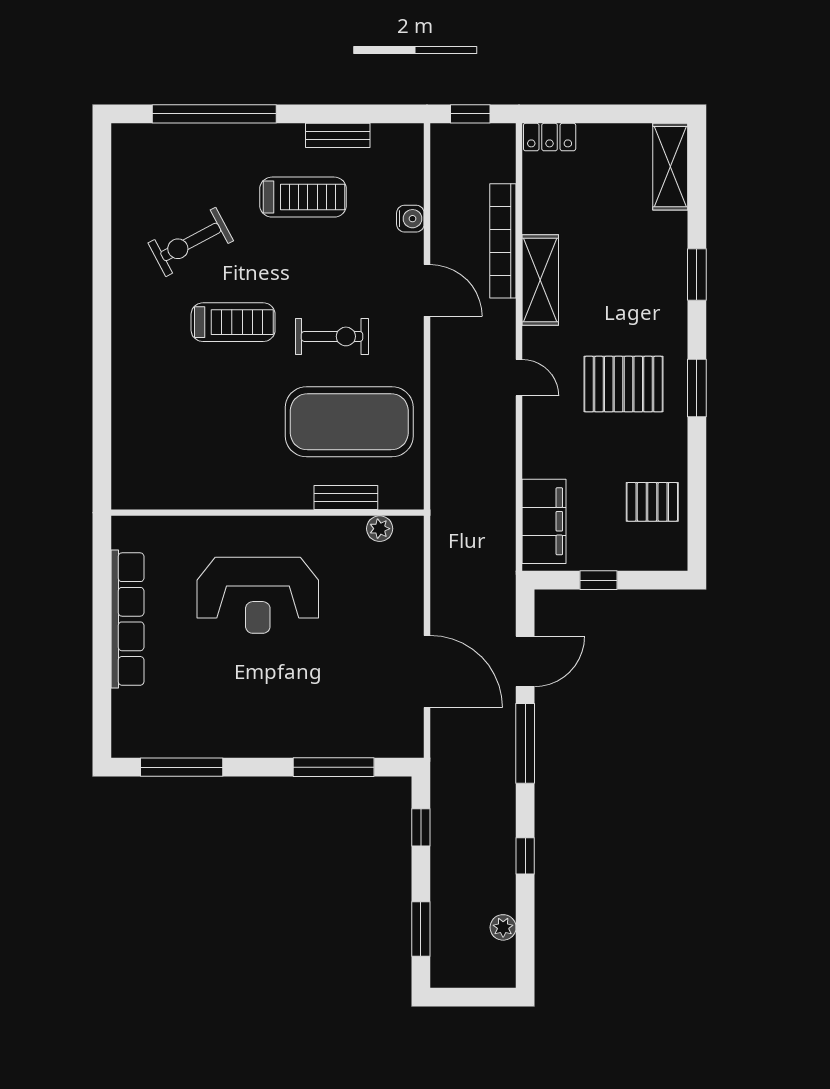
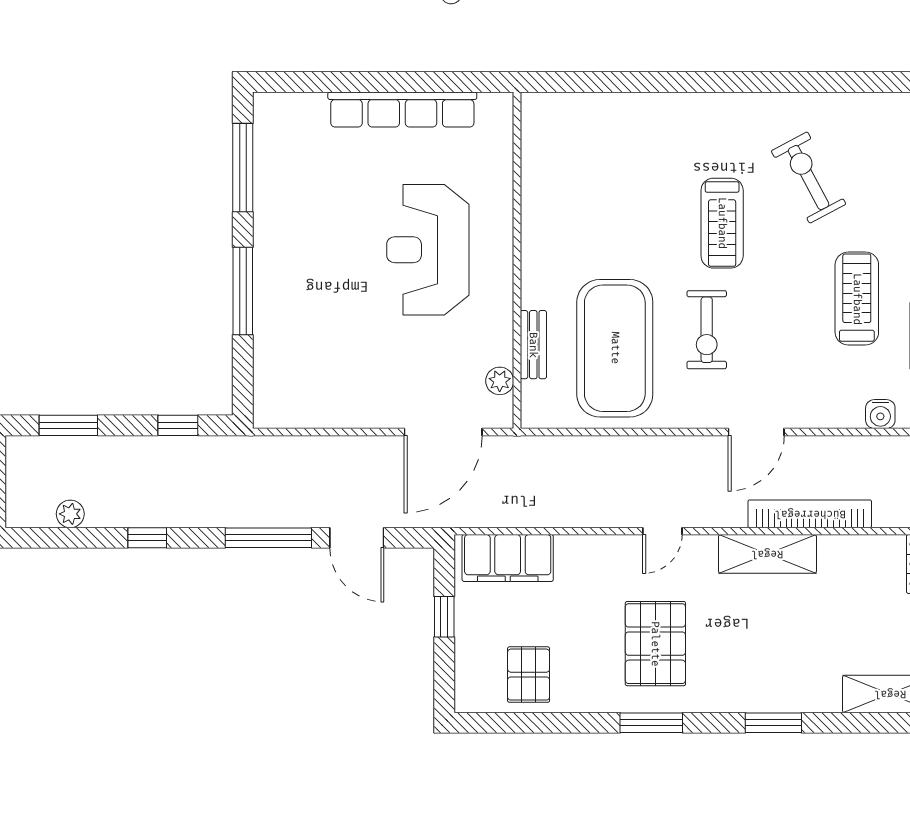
treadmill: (303, 197) -> (857, 299), turned 180
water cooler: (410, 219) -> (880, 414), moved
door: (427, 671) -> (443, 432), moved
window: (334, 767) -> (243, 291), moved

